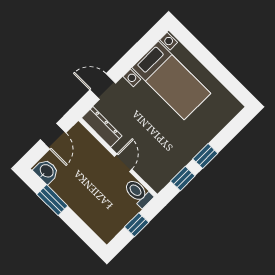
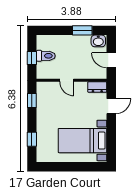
dresser: (102, 127) -> (97, 87), width x0.70
window: (205, 156) -> (32, 139), moved
toilet: (138, 193) -> (46, 56), moved

